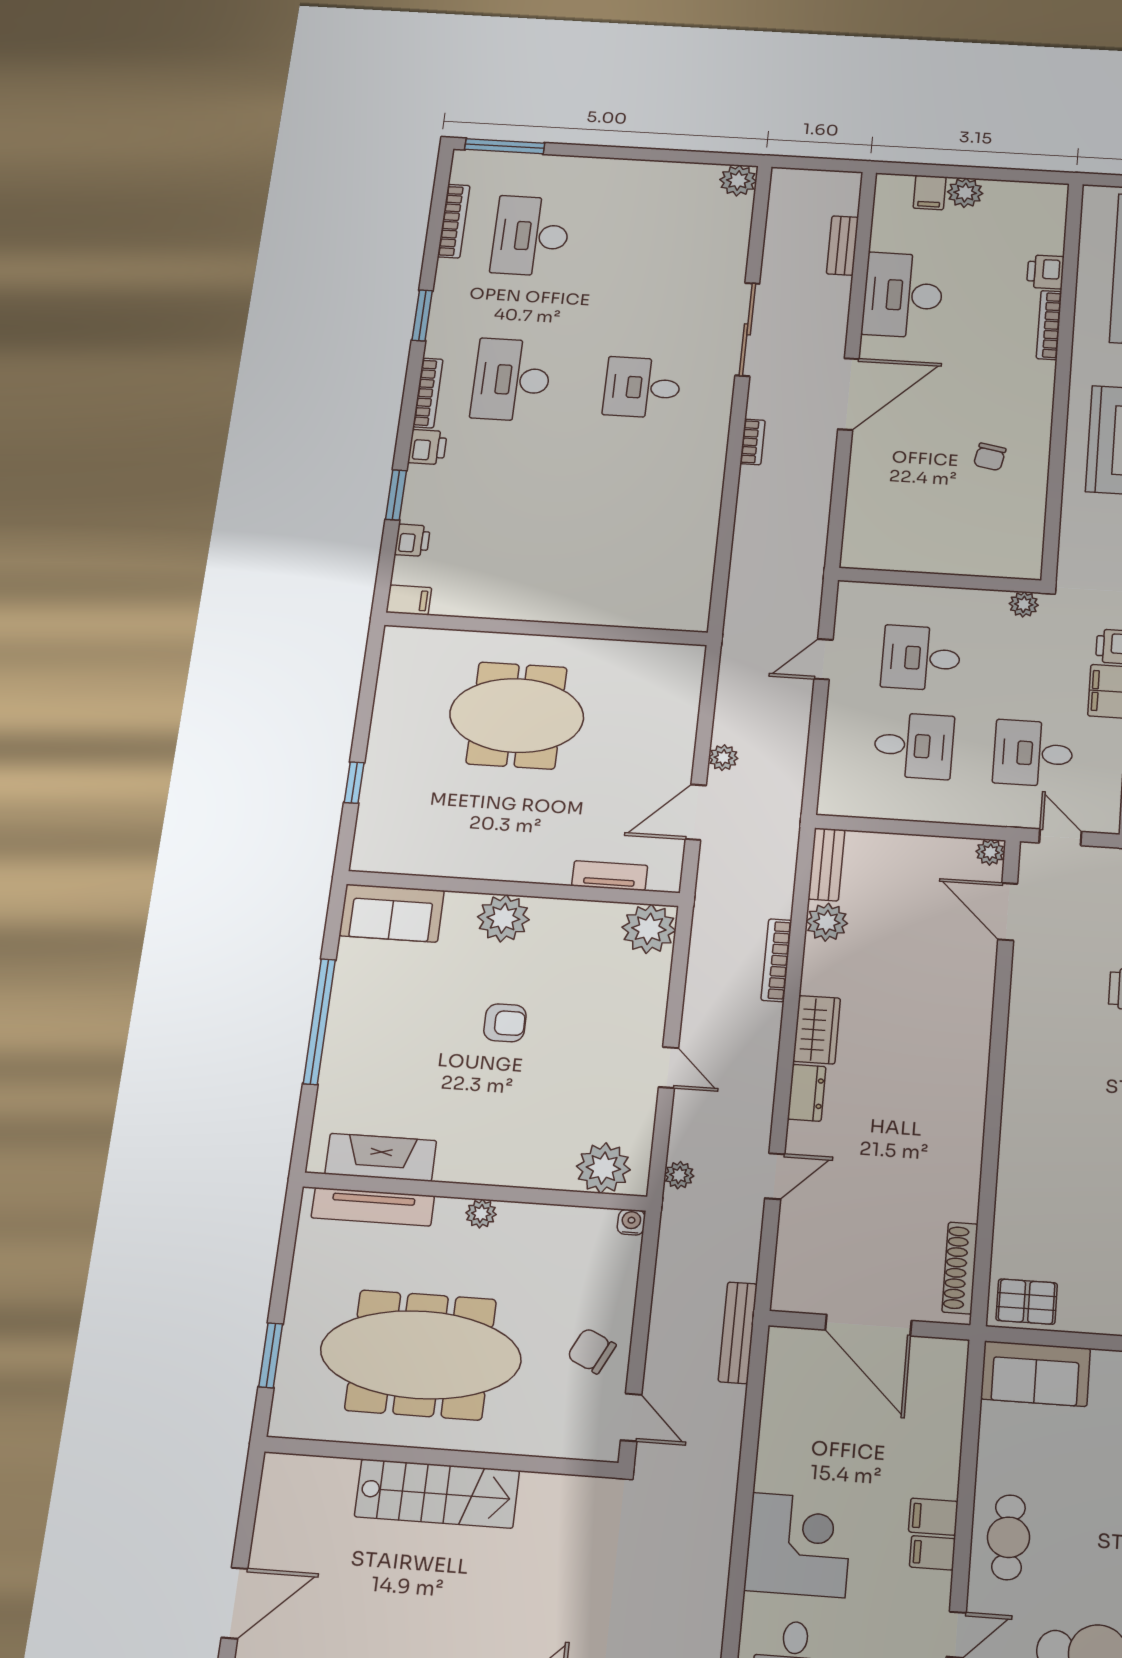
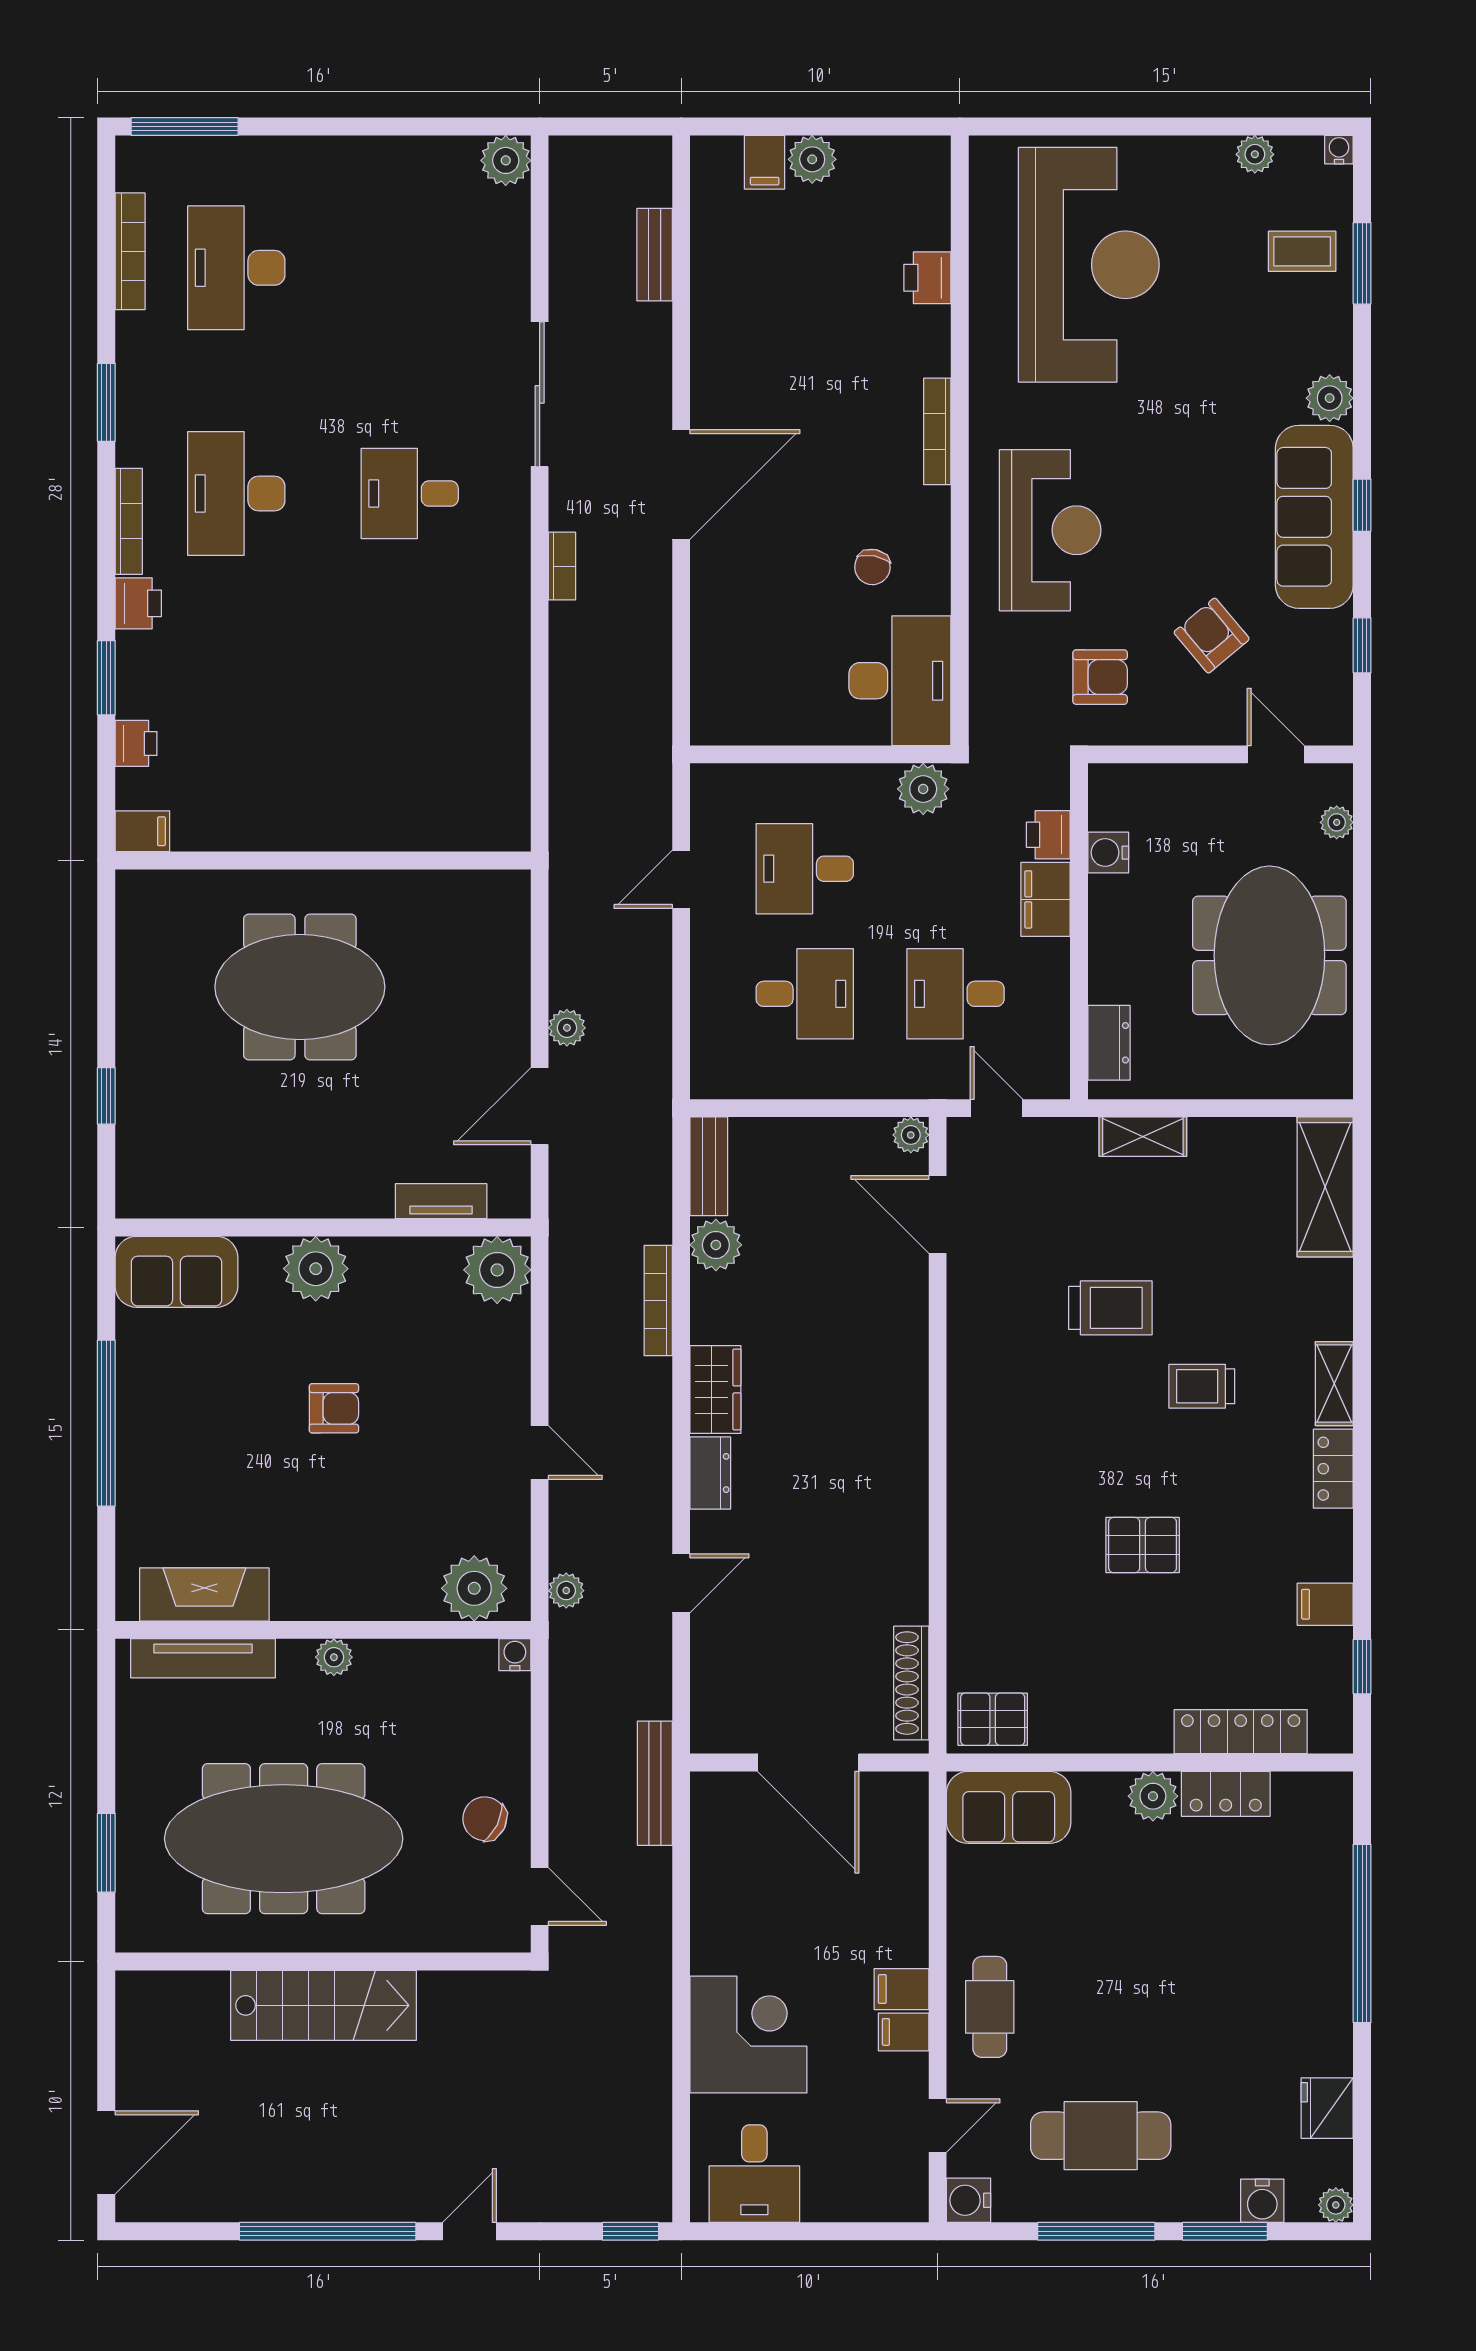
desk: (903, 295) -> (900, 681), moved, turned 180
bookcase: (1049, 325) -> (937, 431), moved
plant: (1024, 604) -> (923, 789), width x1.38, depth x1.38

